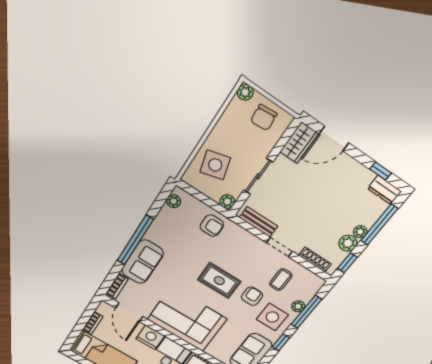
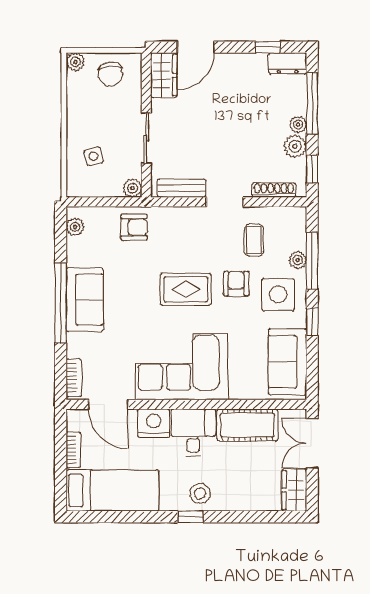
side table: (215, 165) -> (94, 156), width x0.54, depth x0.54
sofa: (143, 262) -> (85, 300), moved

